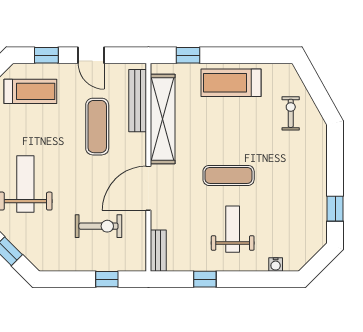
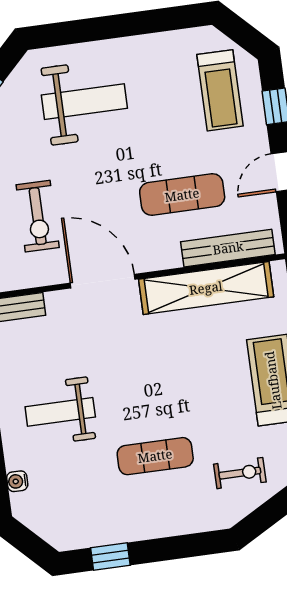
exercise mat: (229, 175) -> (155, 456), moved, turned 90
weight bench: (233, 229) -> (60, 412), turned 180

